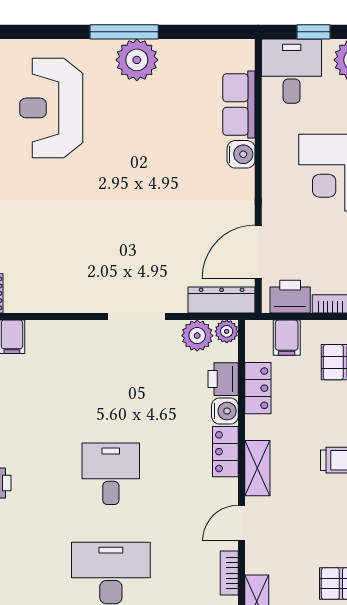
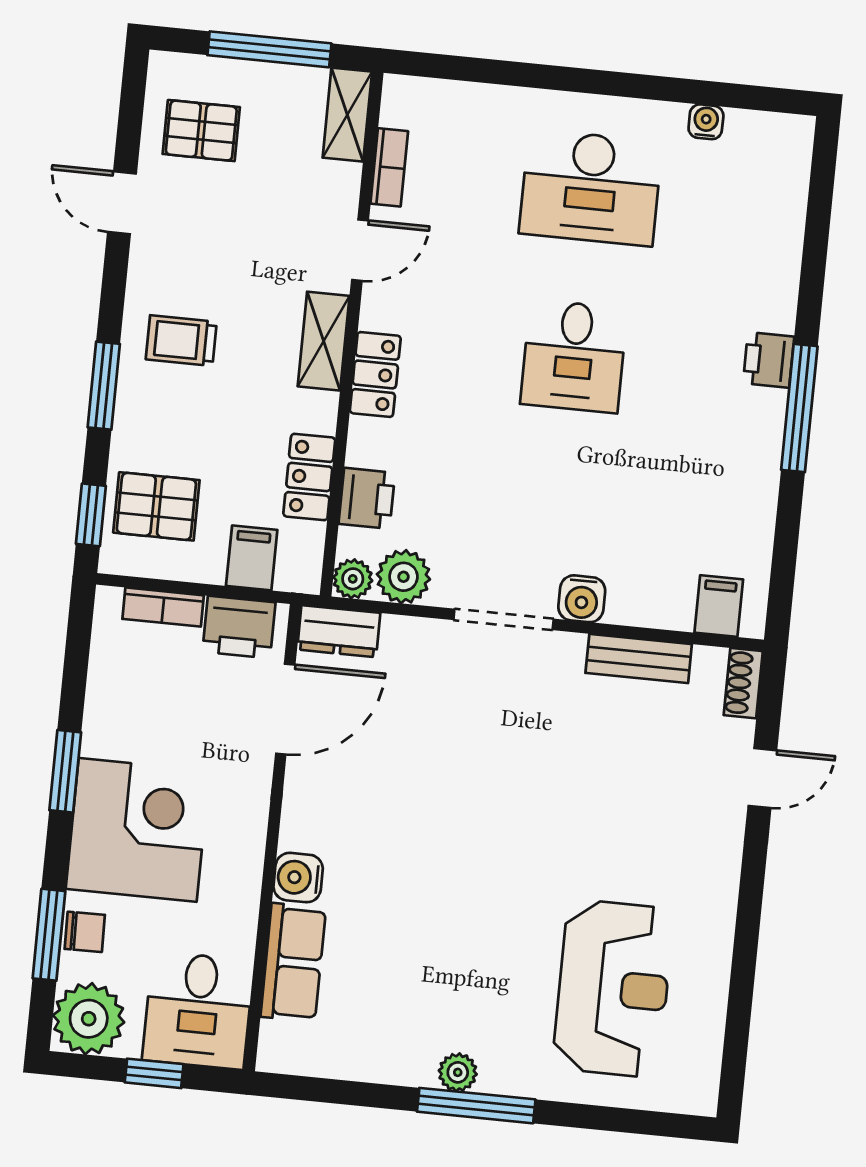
plant: (137, 60) -> (458, 1072), width x0.53, depth x0.53
dresser: (222, 300) -> (339, 631), width x0.70
bench: (56, 302) -> (639, 658), added
water cooler: (225, 411) -> (582, 599), moved, turned -90

